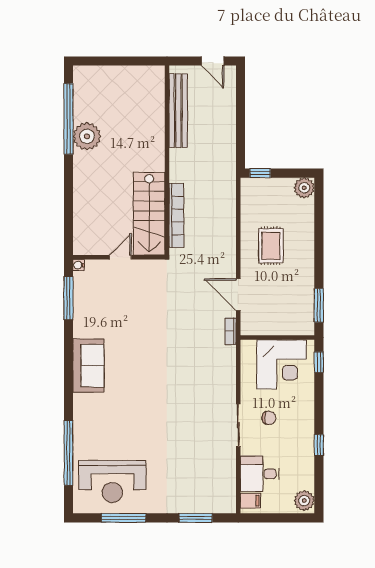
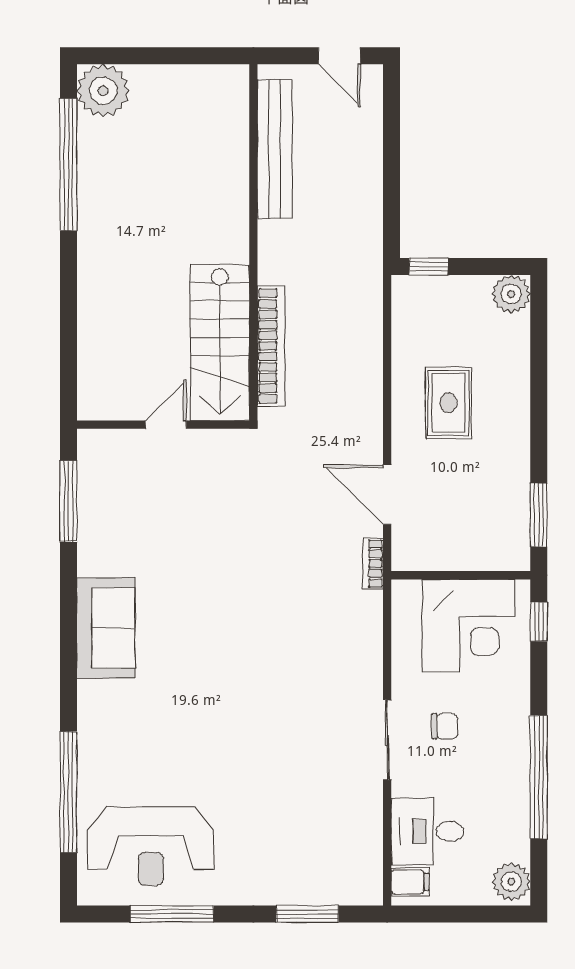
plant: (87, 136) -> (103, 91), moved
water cooler: (79, 265) -> (87, 439), removed
window: (319, 445) -> (539, 777), width x3.17

